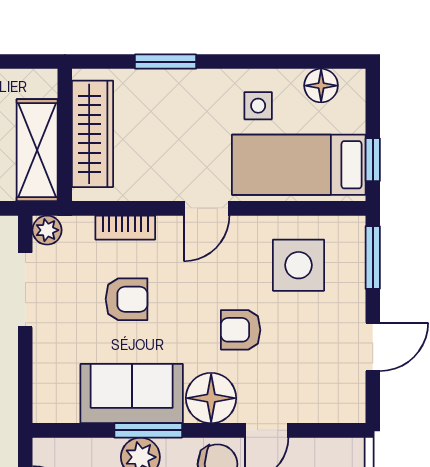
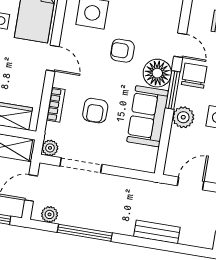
armchair: (127, 299) -> (95, 111), turned 180
armchair: (241, 330) -> (122, 51), turned 90
window: (148, 430) -> (173, 90), moved

